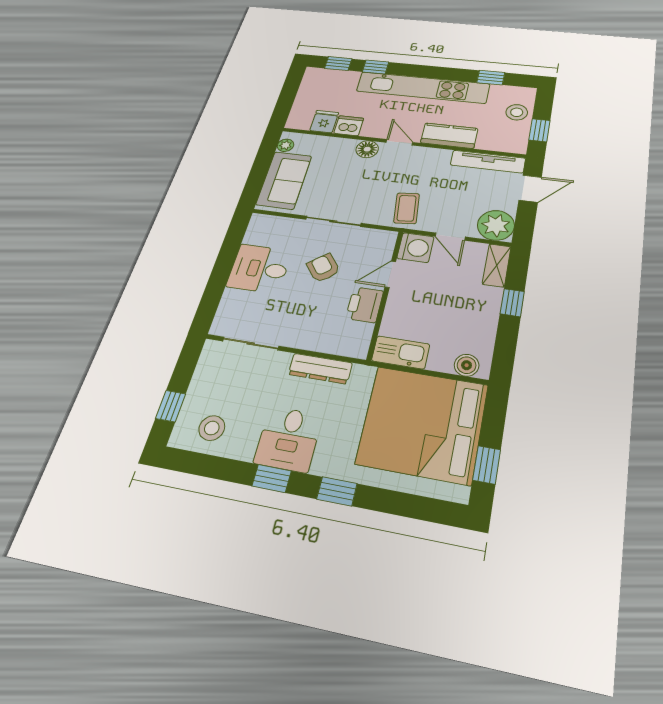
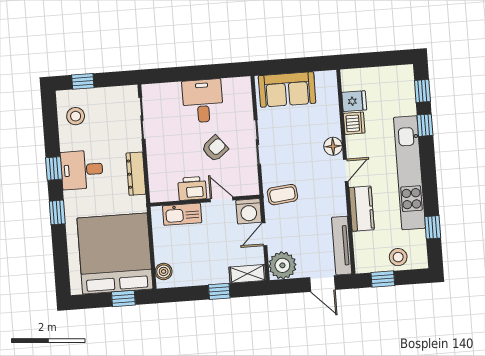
plant: (286, 145) -> (322, 78), removed
kitchen sink: (401, 352) -> (182, 214), moved, turned 90
window: (487, 465) -> (123, 299), moved

